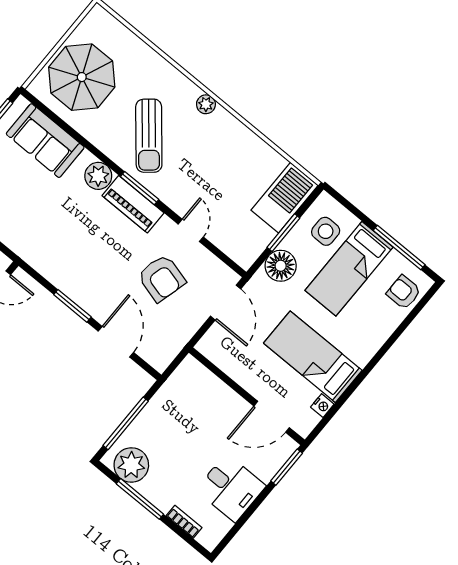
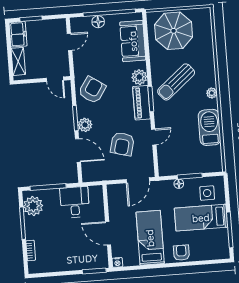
barbecue: (285, 198) -> (210, 127), moved, turned -90
armchair: (57, 251) -> (92, 90), added
floor lamp: (281, 266) -> (179, 184), width x0.53, depth x0.53
armchair: (404, 292) -> (181, 253), moved
plant: (92, 302) -> (85, 125), added
door: (116, 342) -> (78, 150), hinge flipped
nightstand: (322, 406) -> (117, 262), moved
door: (272, 417) -> (108, 233), moved
desk: (231, 488) -> (75, 202), moved, turned 180

